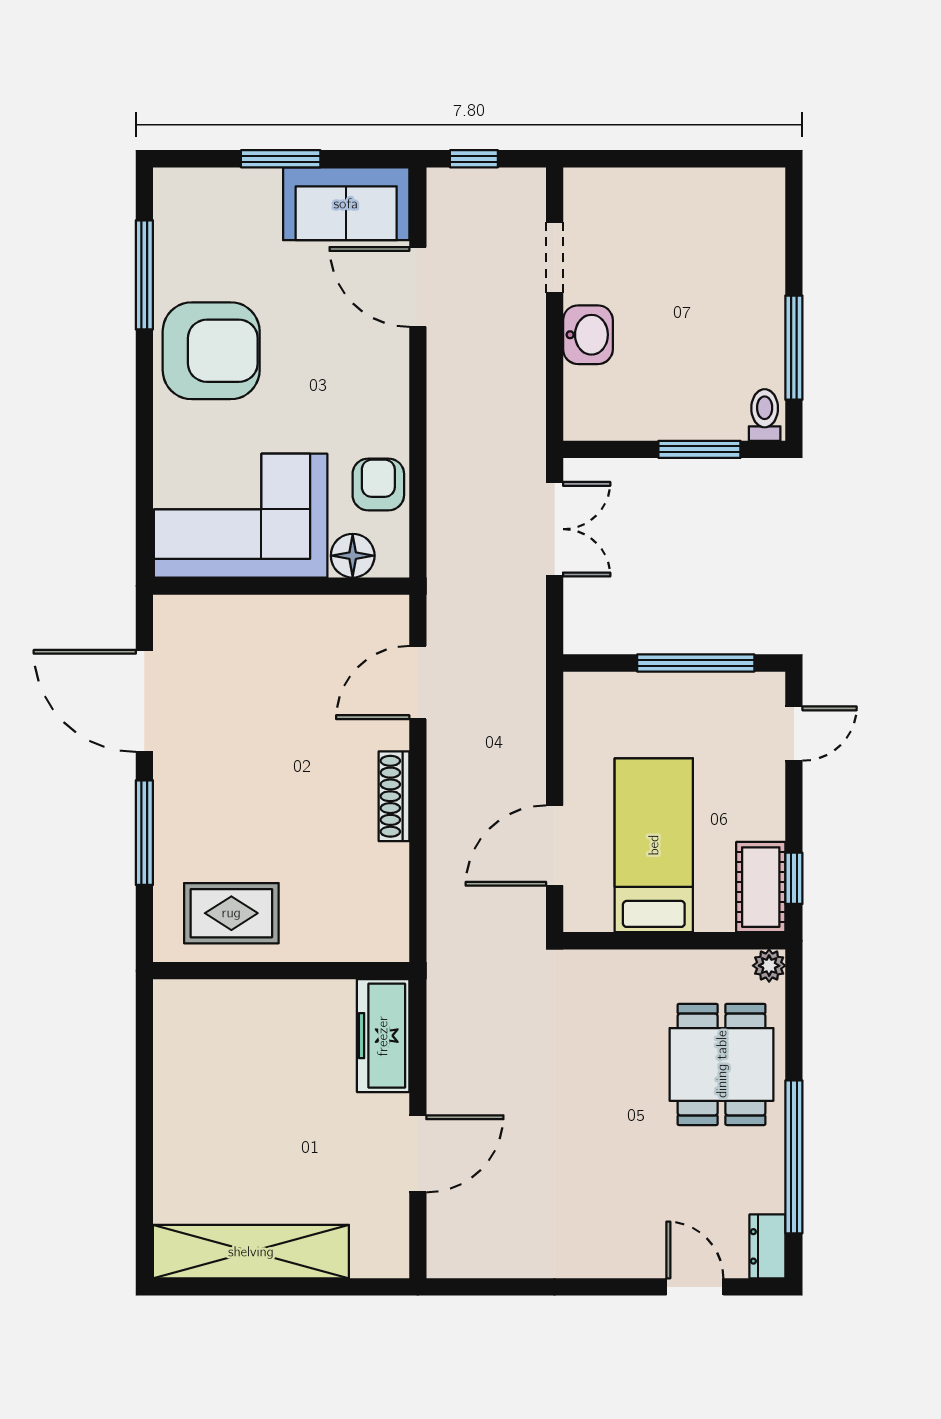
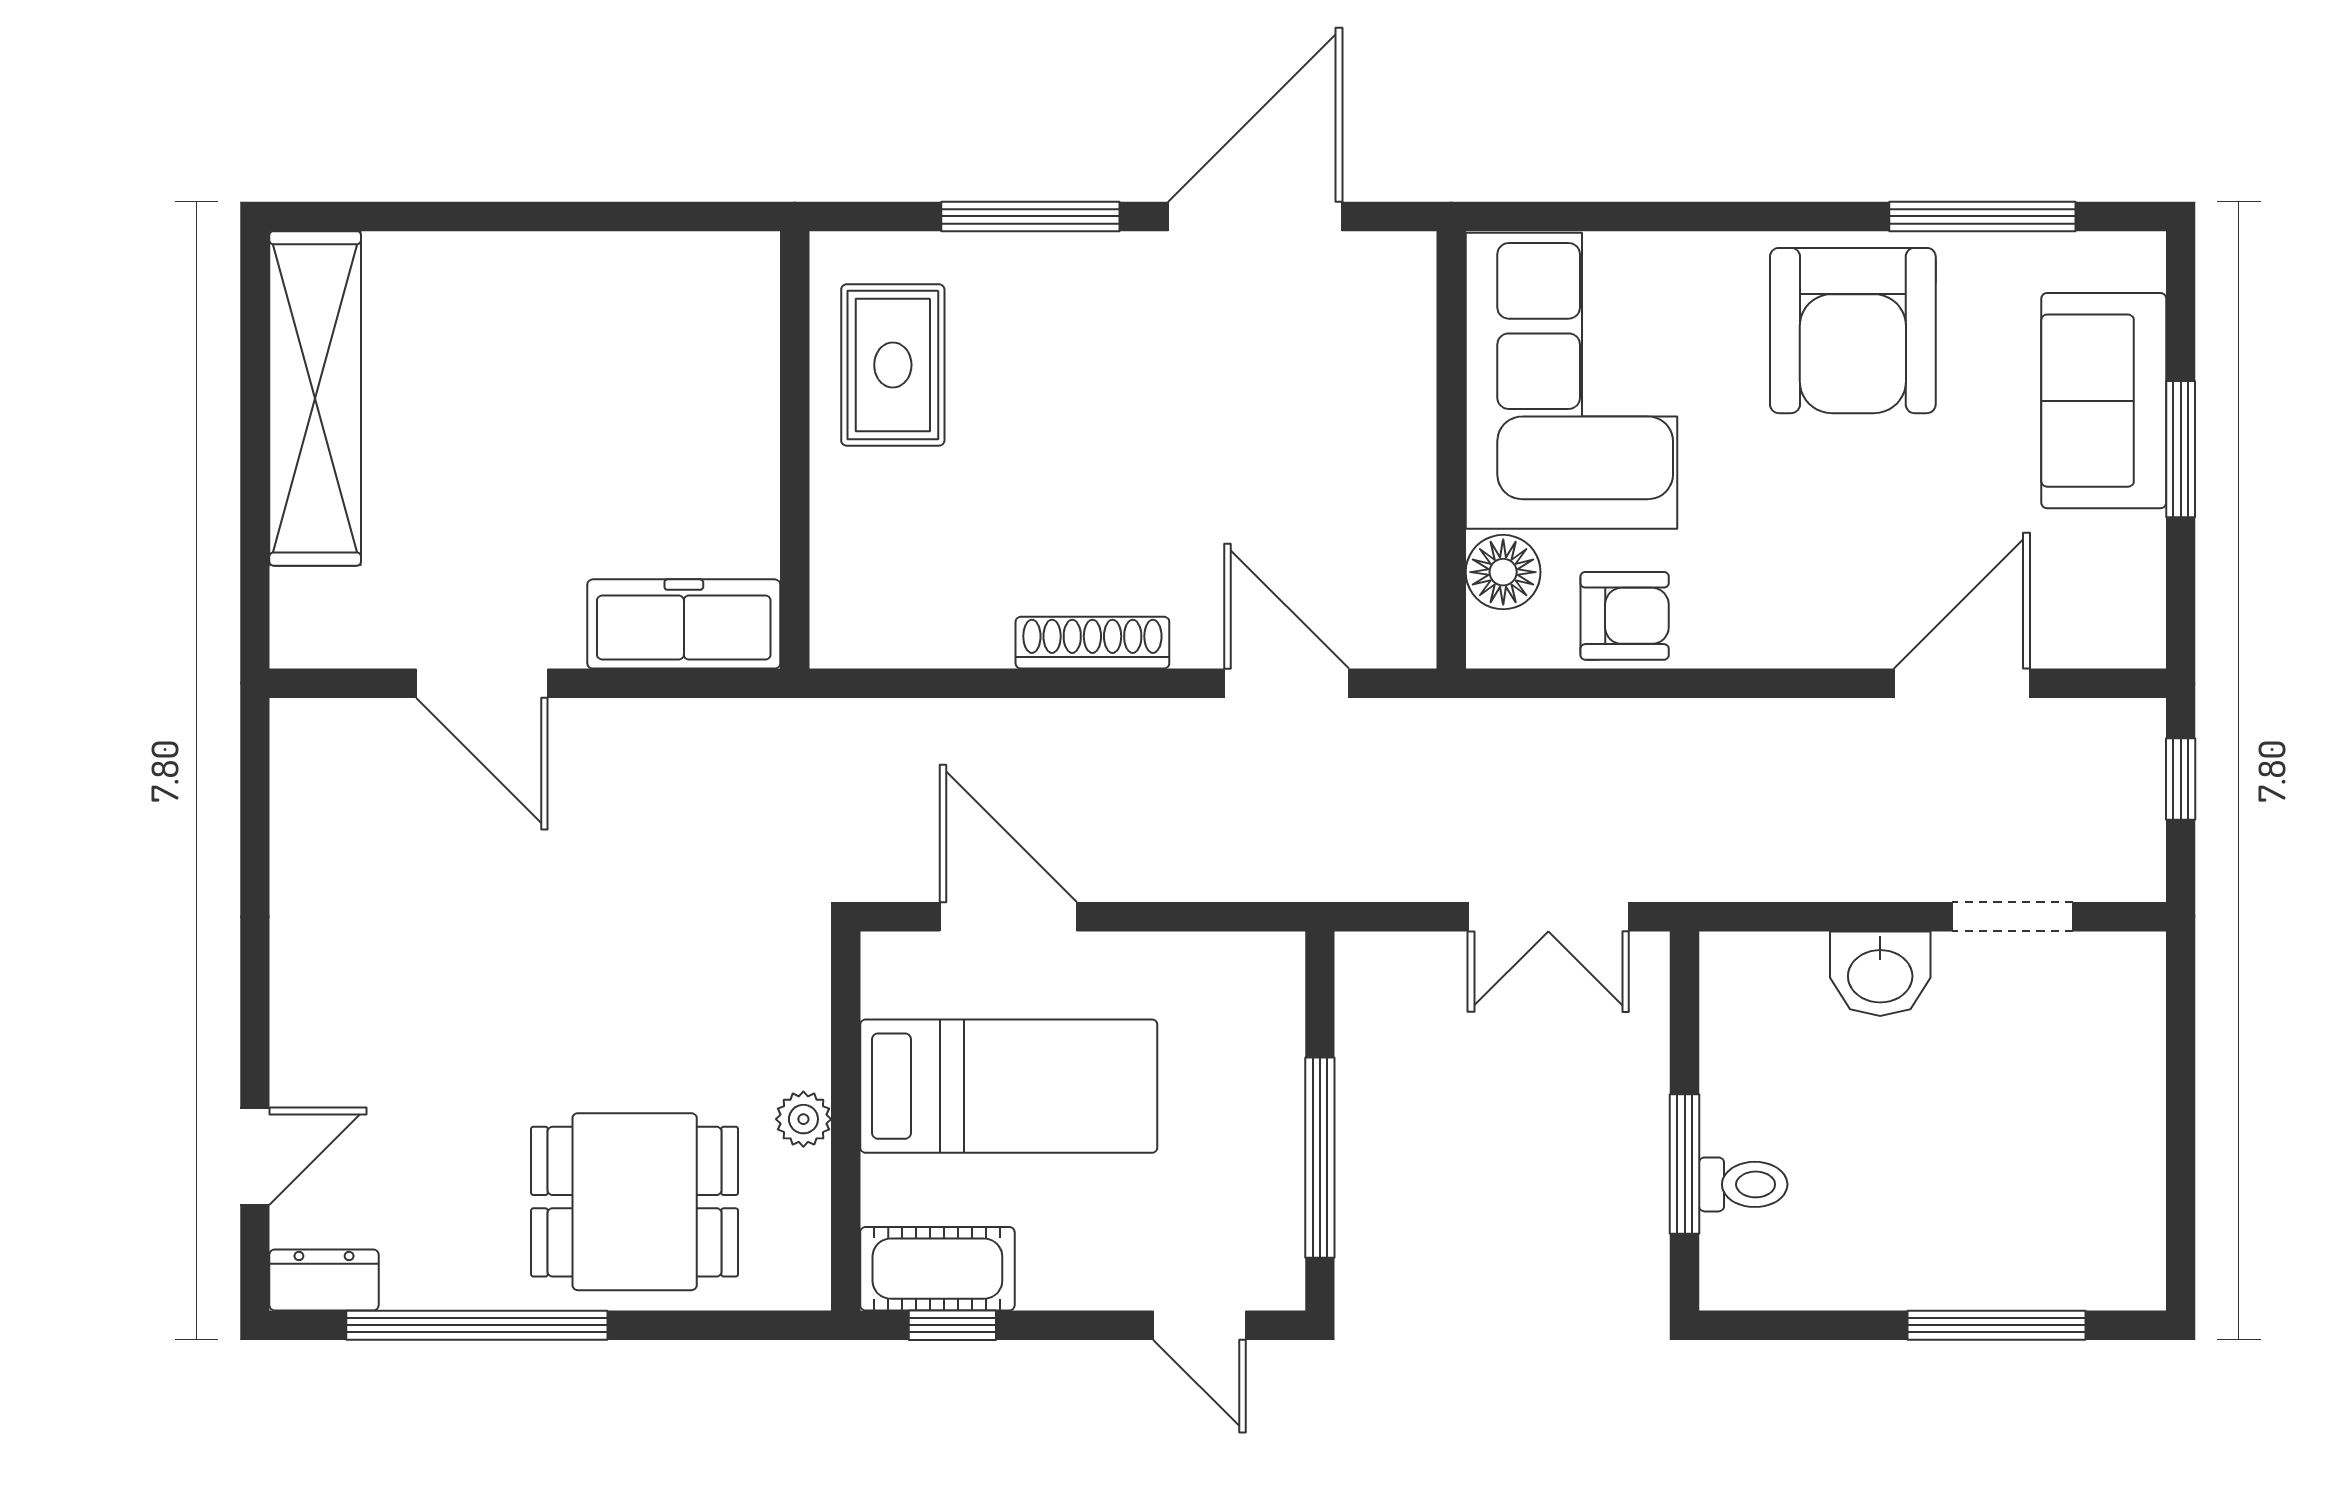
sofa: (346, 204) -> (2104, 401), moved
window: (794, 348) -> (1997, 1325), moved
toilet: (765, 415) -> (1743, 1184), moved
plant: (769, 966) -> (803, 1119), moved

